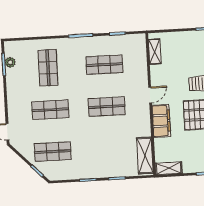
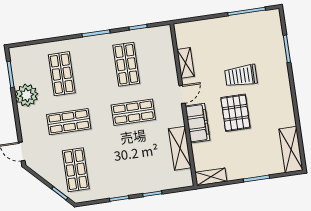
shelving: (155, 52) -> (186, 63), moved
plant: (10, 62) -> (27, 95), moved, width x1.88, depth x1.88
shop shelf: (104, 65) -> (126, 64), turned 90
shop shelf: (53, 152) -> (76, 170), turned 90
shelving: (145, 156) -> (180, 148), moved

